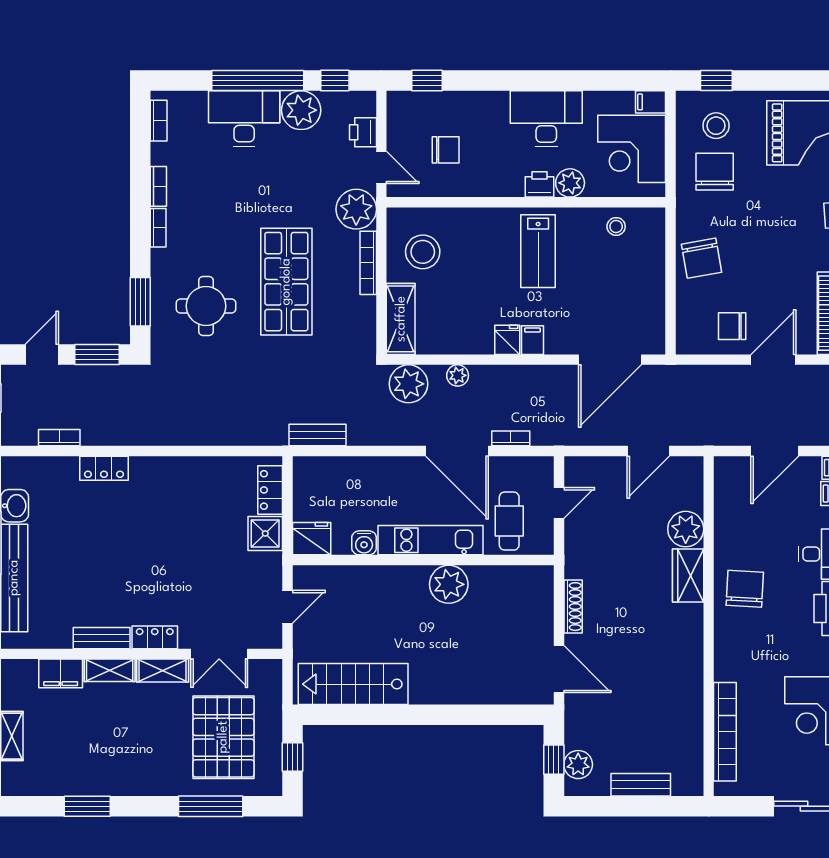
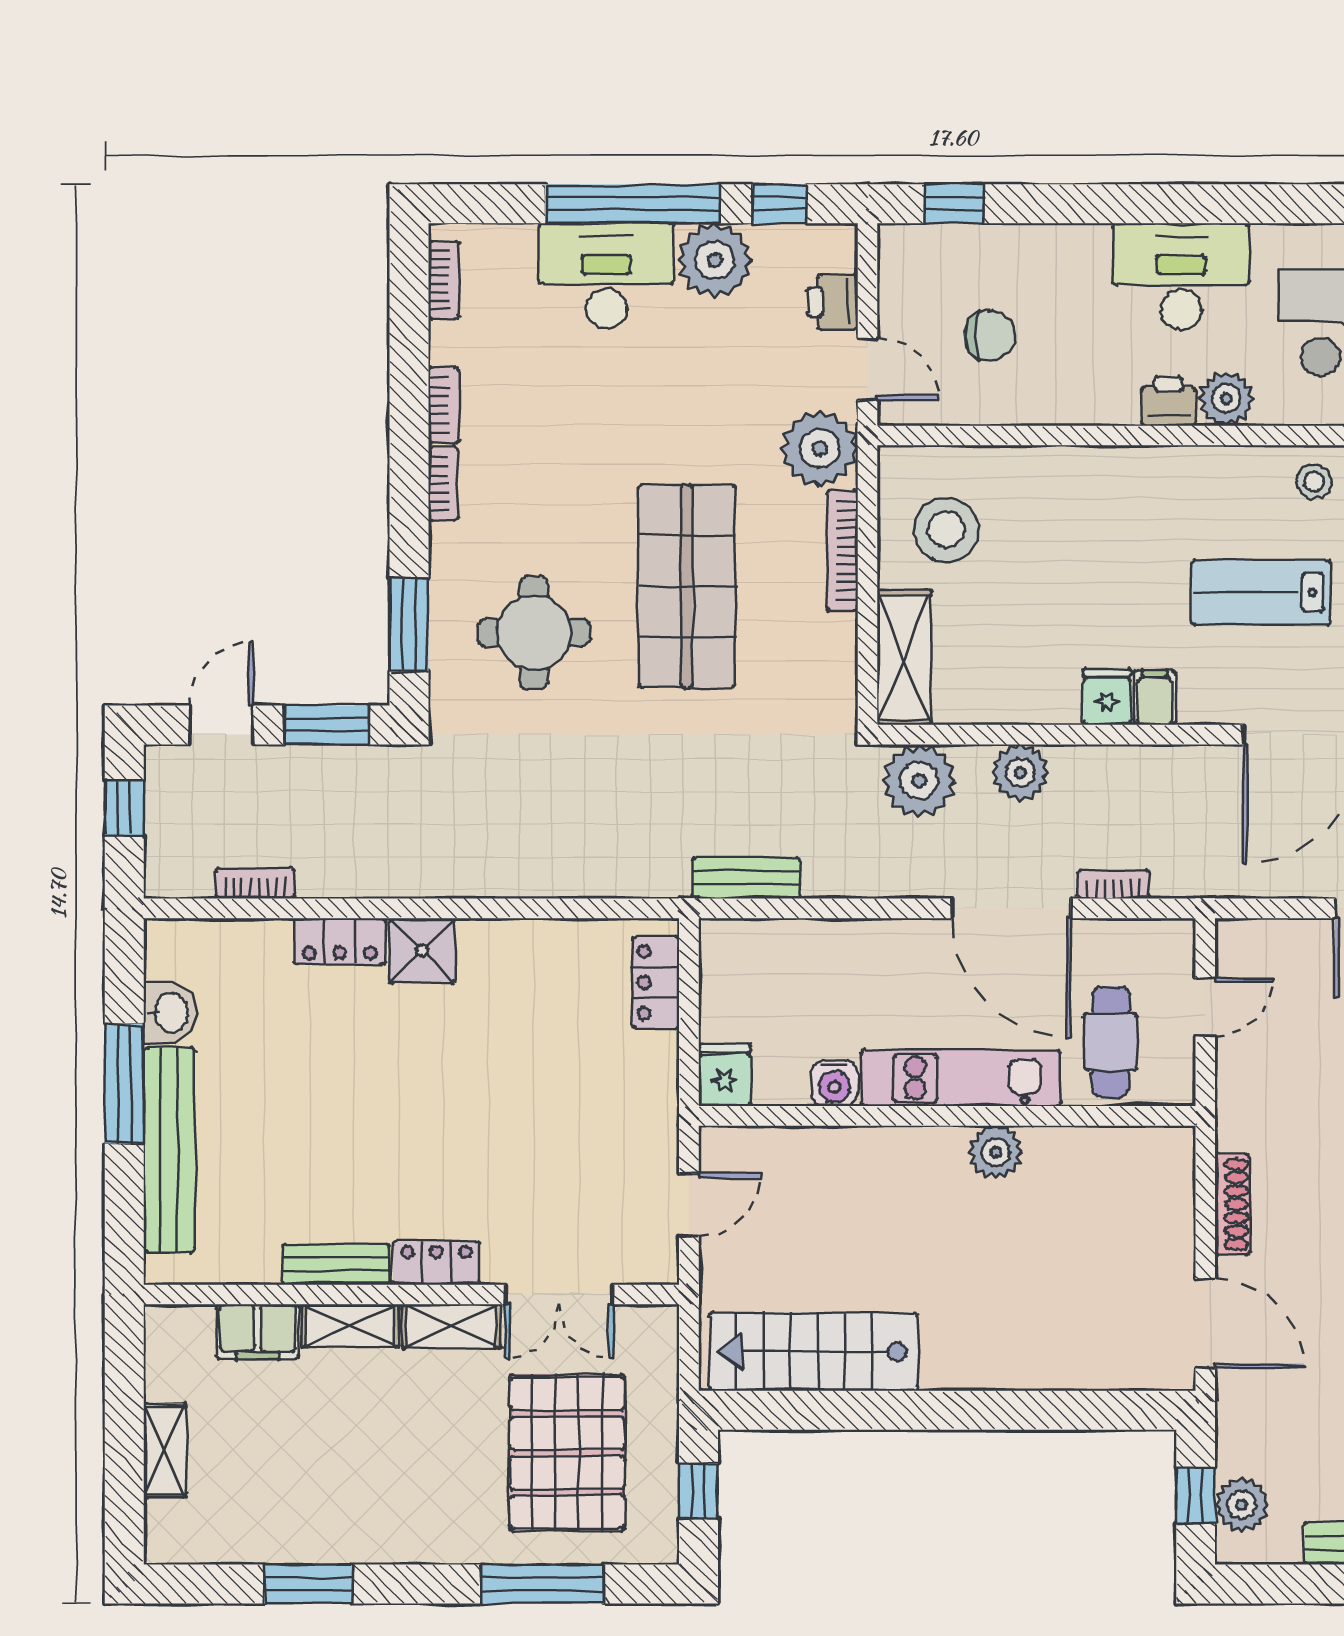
lab bench: (538, 251) -> (1261, 592), moved, turned 90
plant: (458, 375) -> (1020, 772), width x1.38, depth x1.38
shower: (265, 533) -> (422, 951), moved
fridge: (312, 539) -> (725, 1075), width x0.72
plant: (449, 584) -> (996, 1152), width x0.73, depth x0.73

